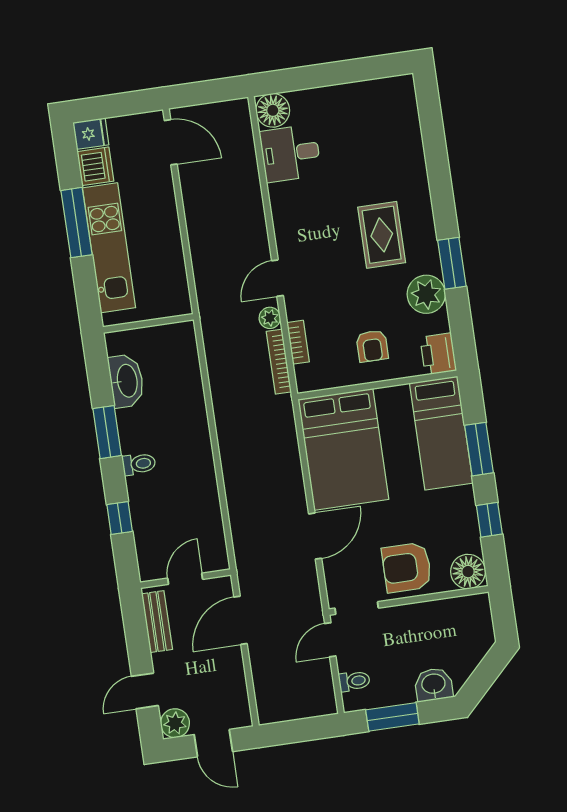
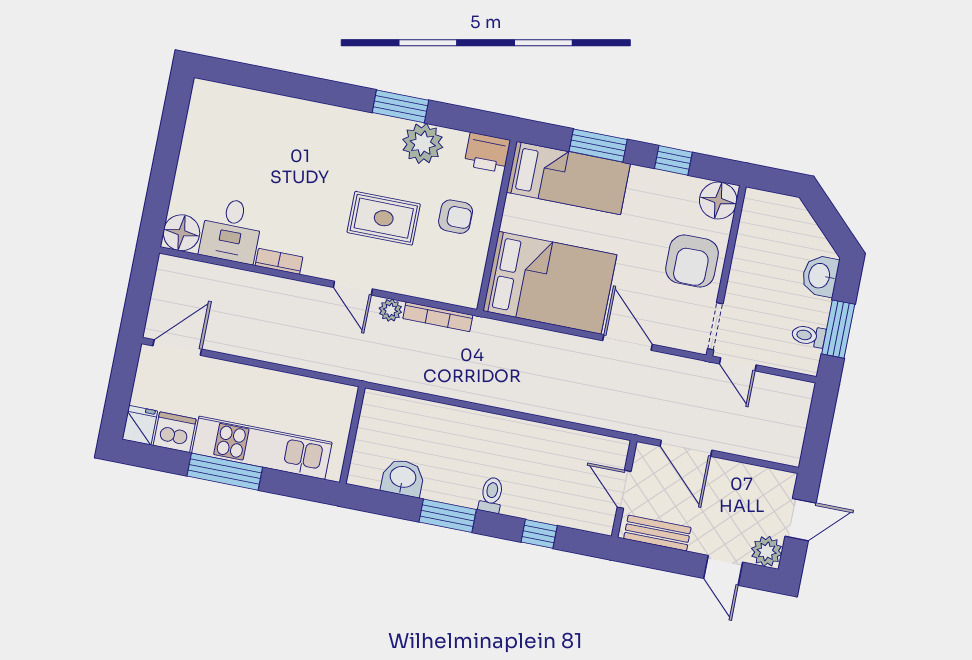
rug: (382, 235) -> (384, 218), moved
bookcase: (298, 342) -> (279, 261), moved
washbasin: (126, 381) -> (403, 478), width x0.72
toilet: (354, 681) -> (809, 336), moved, turned -90

